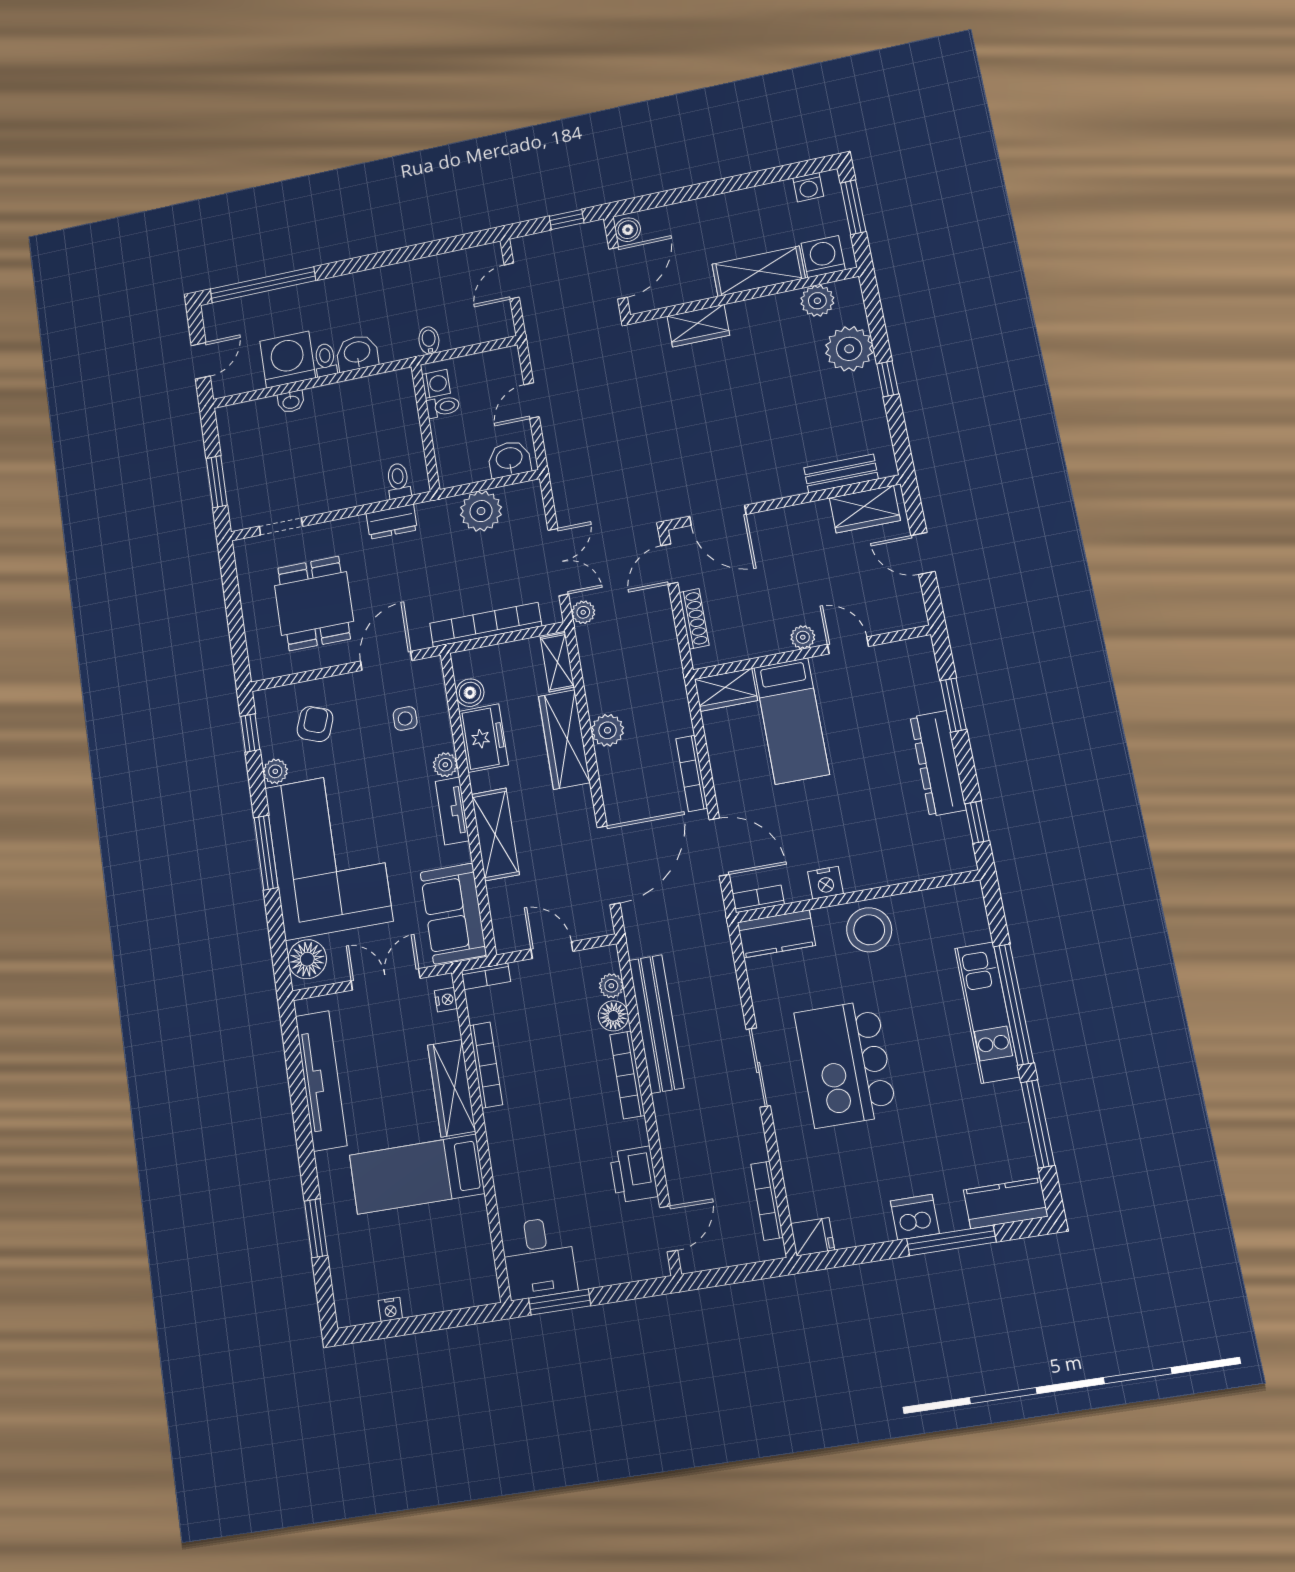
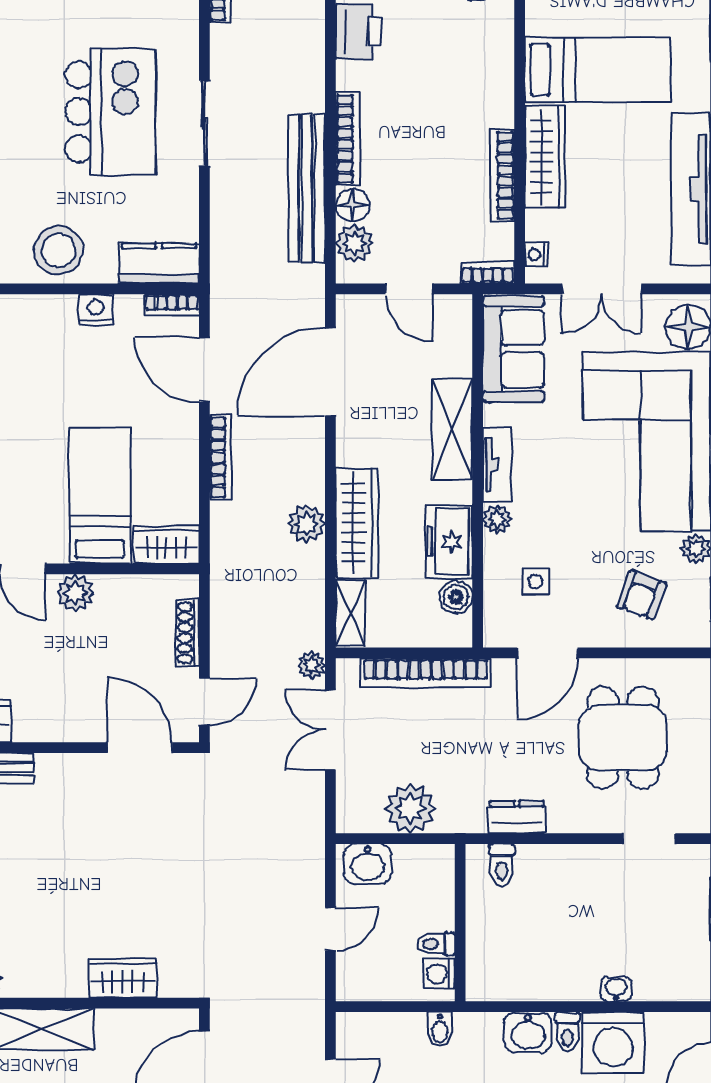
plant: (803, 637) -> (76, 593), width x1.38, depth x1.38
plant: (611, 986) -> (354, 243), width x1.38, depth x1.38

